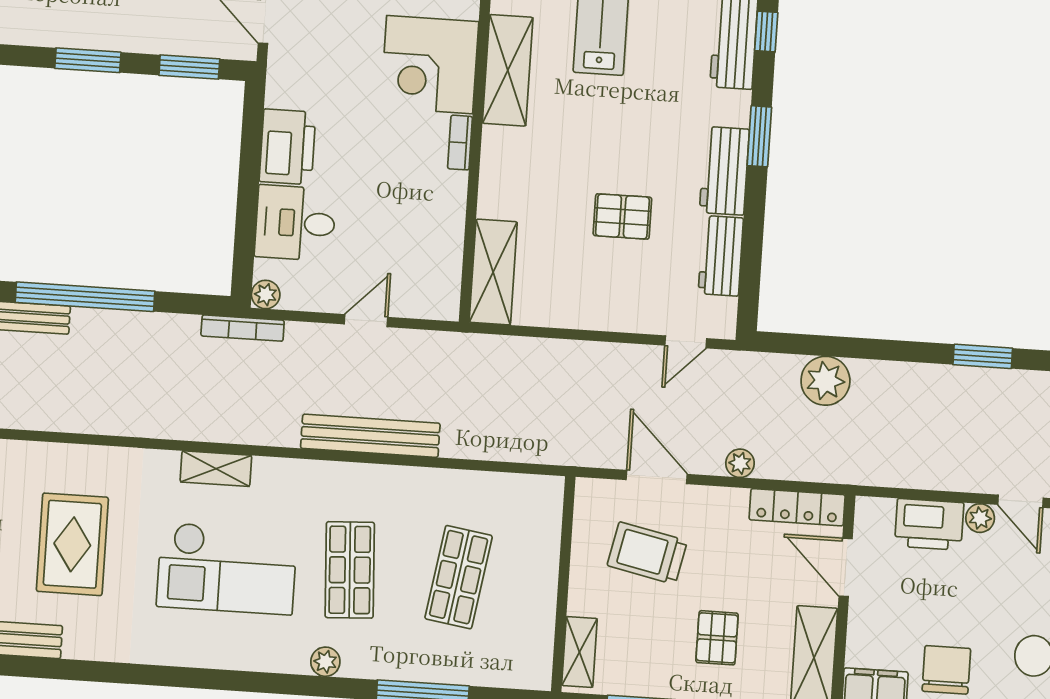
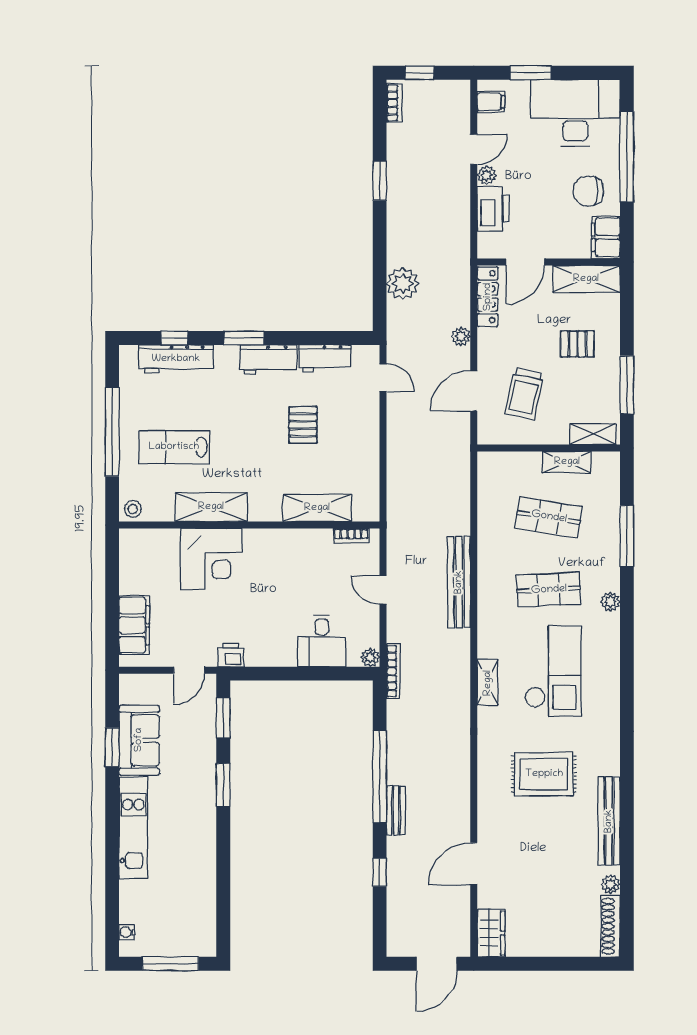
bookcase: (460, 143) -> (351, 536), moved
printer: (287, 147) -> (231, 655), moved, width x0.53, depth x0.68
shelving: (493, 272) -> (317, 508), moved
shelving: (540, 610) -> (567, 462), added

